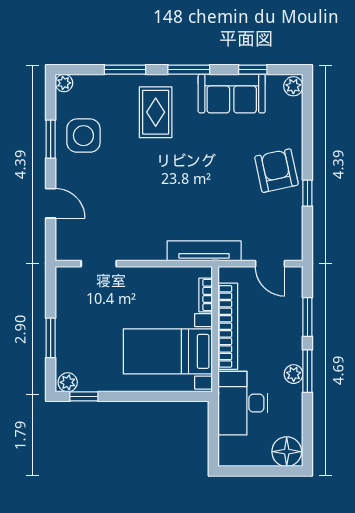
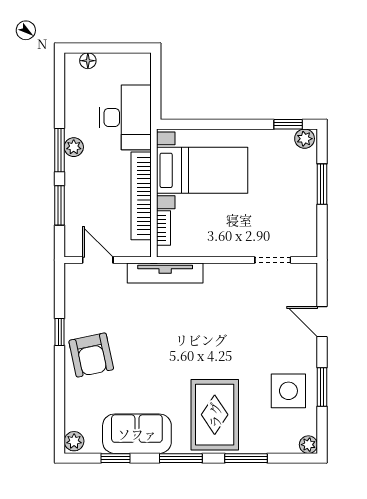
rug: (156, 112) -> (215, 415), width x1.36, depth x1.43
floor lamp: (287, 452) -> (88, 61), width x0.53, depth x0.53

